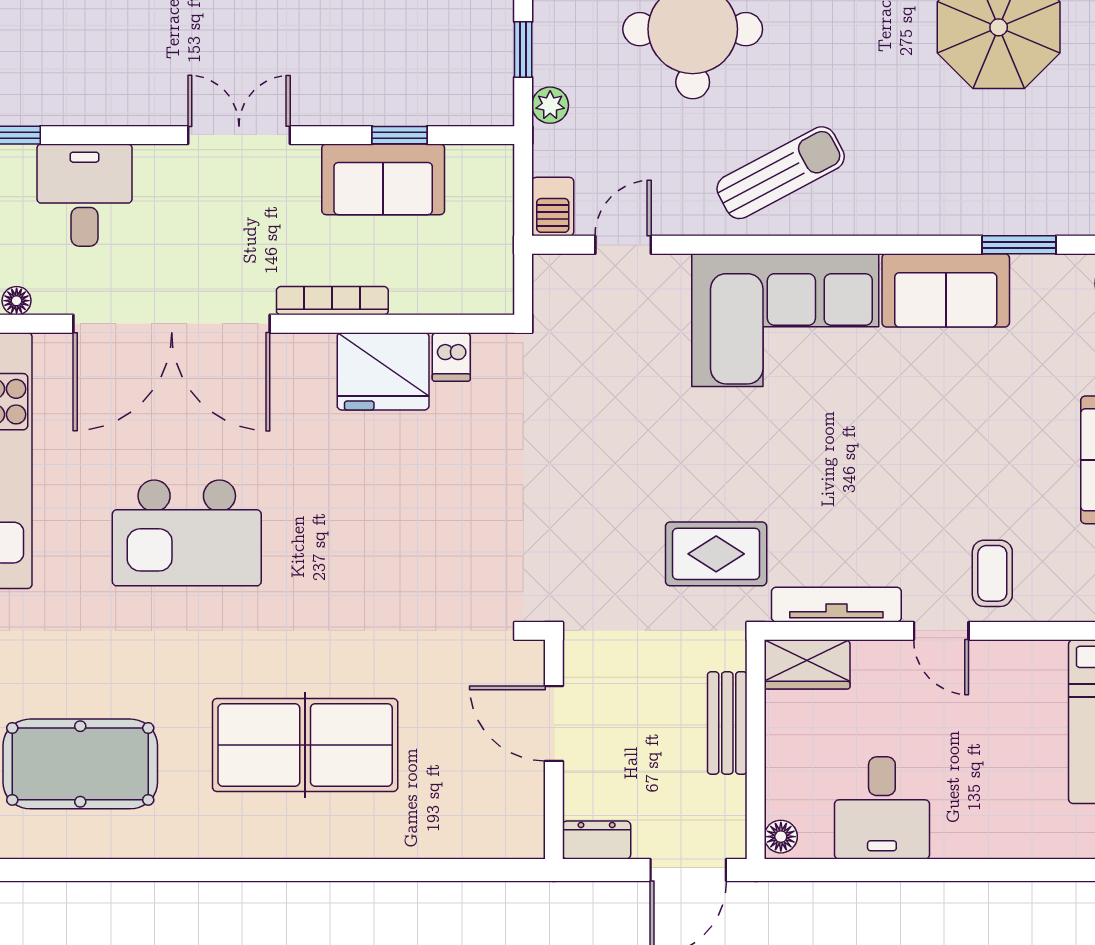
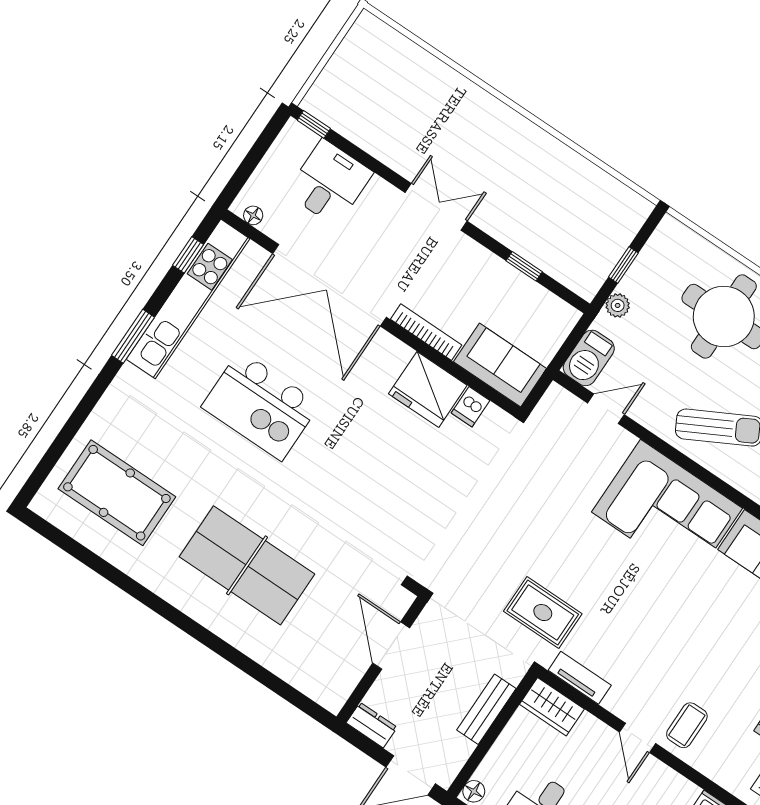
sofa: (383, 179) -> (500, 365), moved, turned 180
barbecue: (553, 207) -> (589, 358), width x1.38, depth x1.27
tv unit: (836, 605) -> (580, 678), width x0.71

